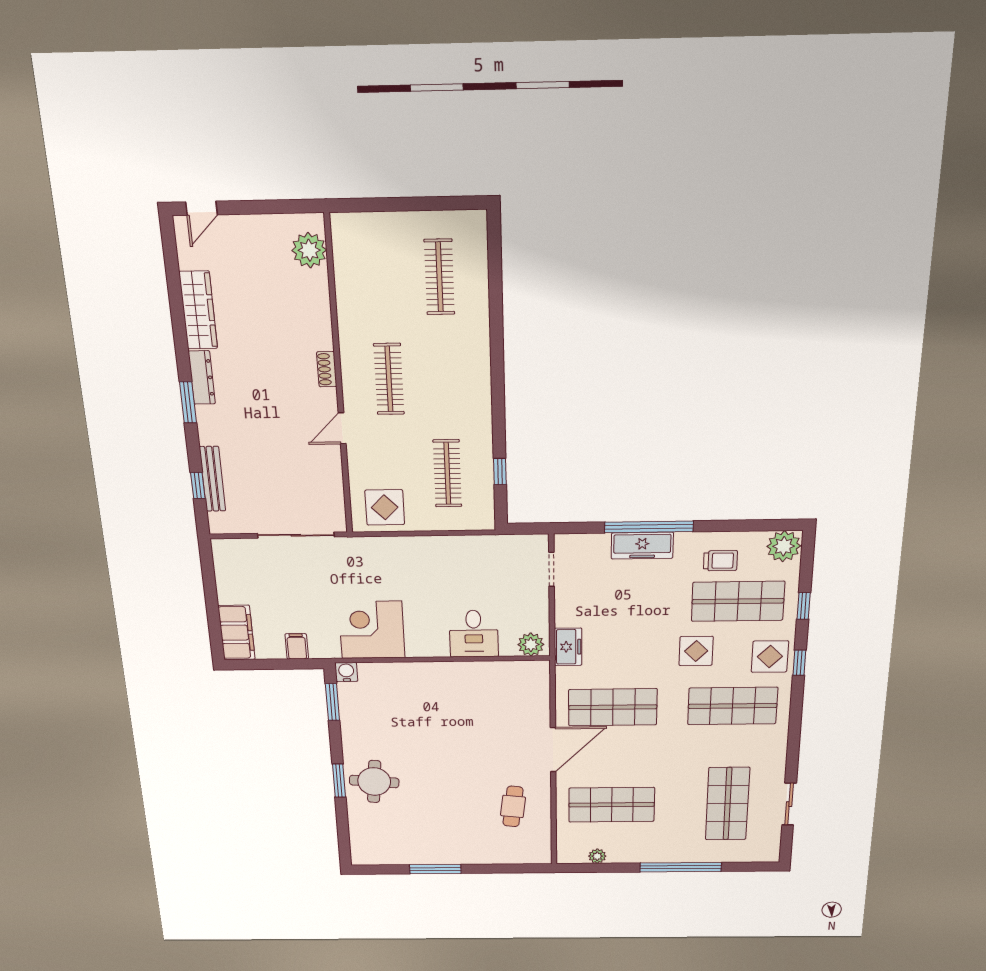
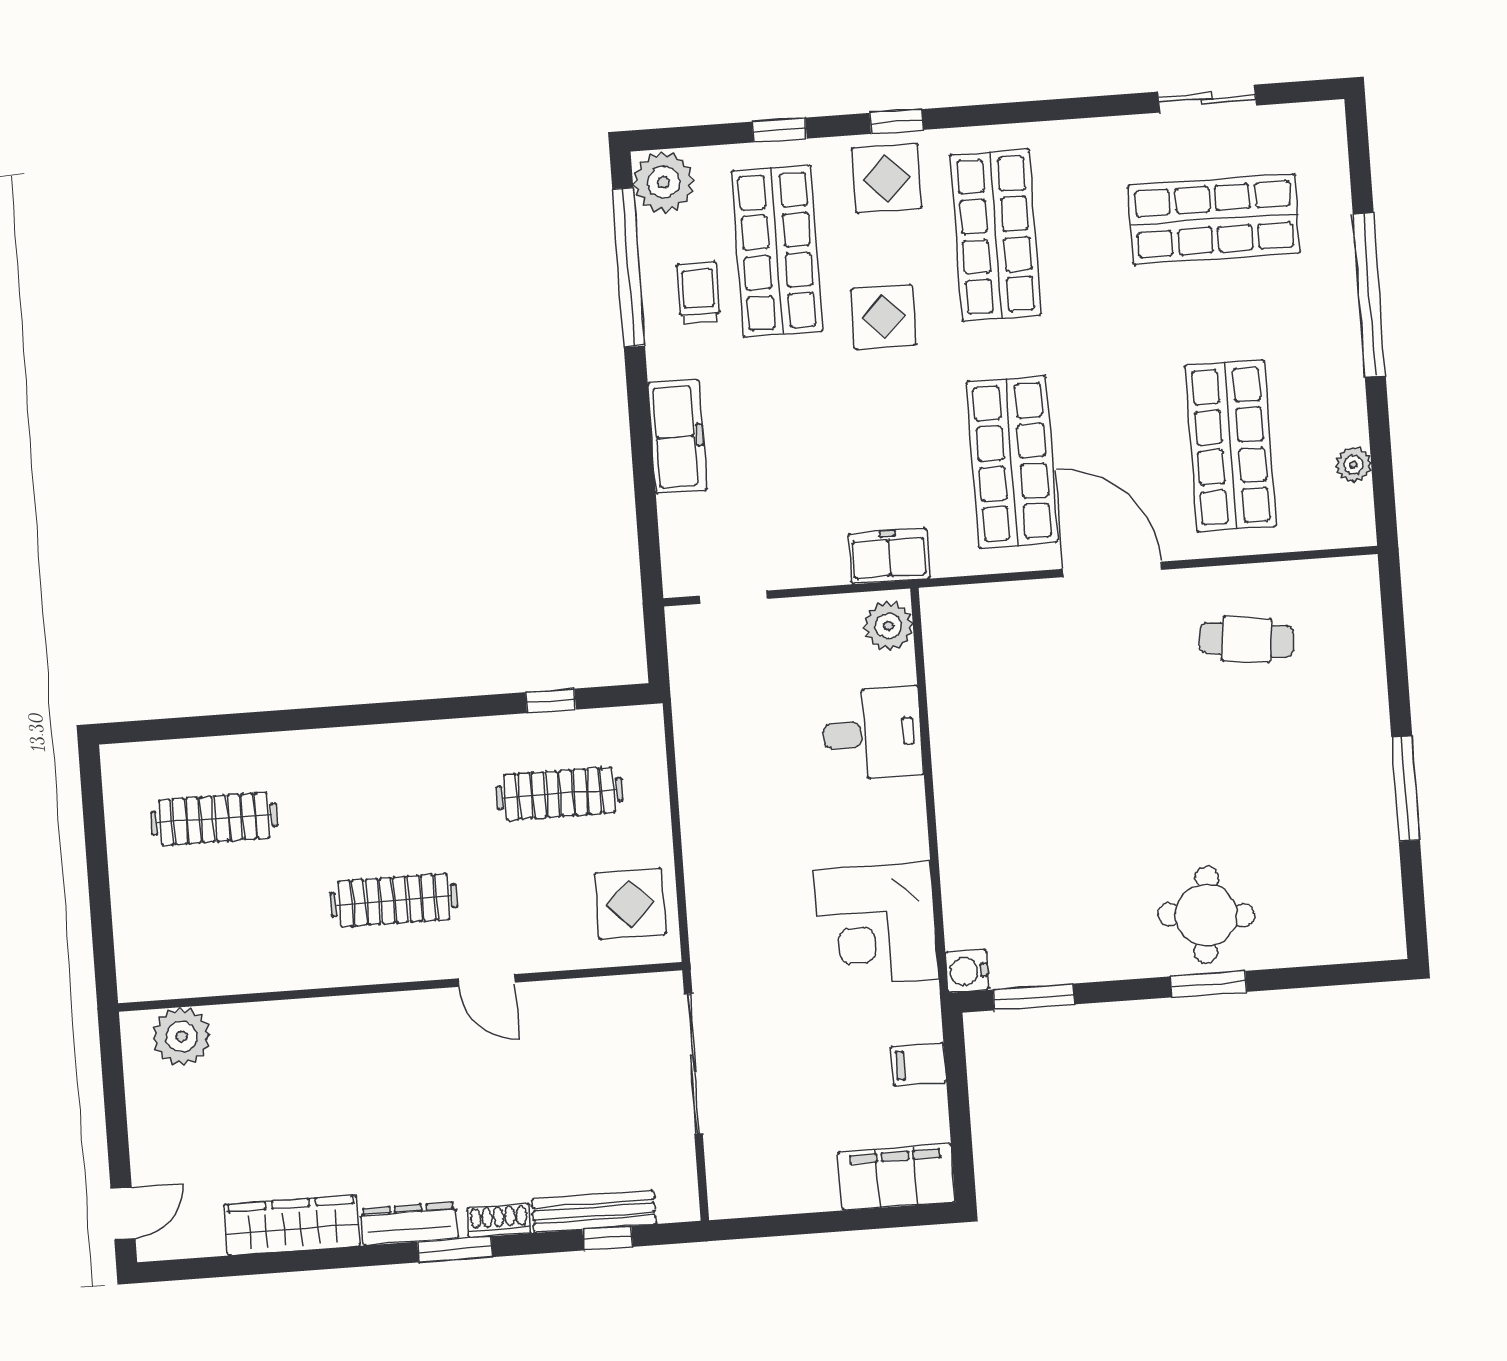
door: (201, 208) -> (123, 1213), hinge flipped
shoe rack: (327, 369) -> (499, 1221), moved, turned 180
window: (649, 527) -> (629, 267), moved

